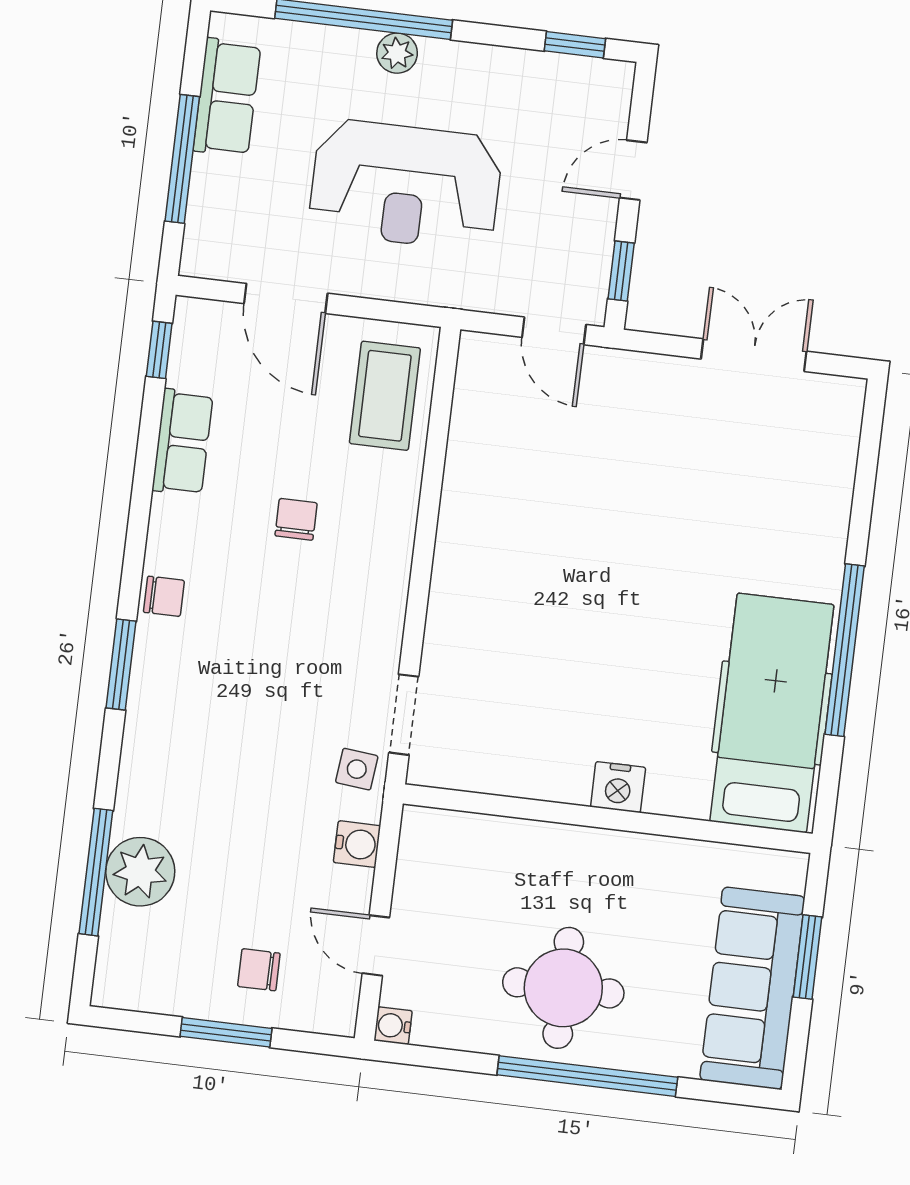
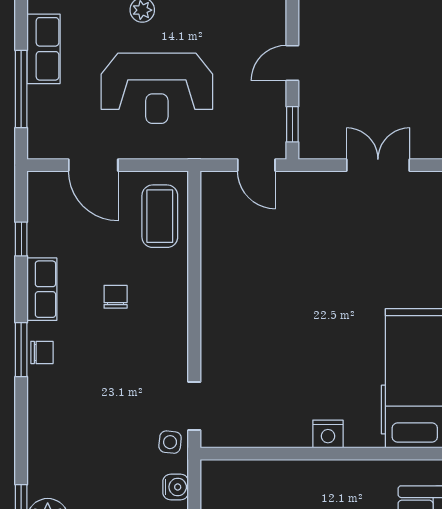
window: (159, 350) -> (21, 239), moved
row of seats: (183, 442) -> (42, 289), moved
window: (121, 665) -> (21, 350), moved

